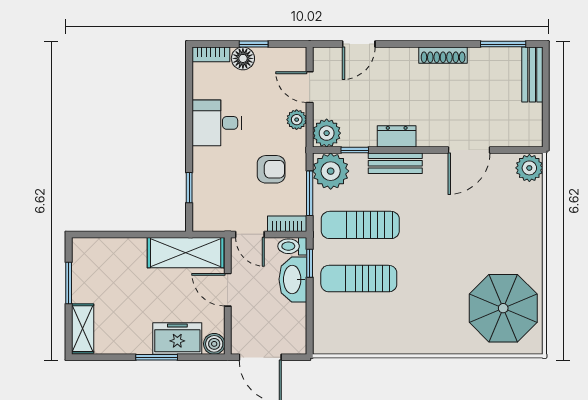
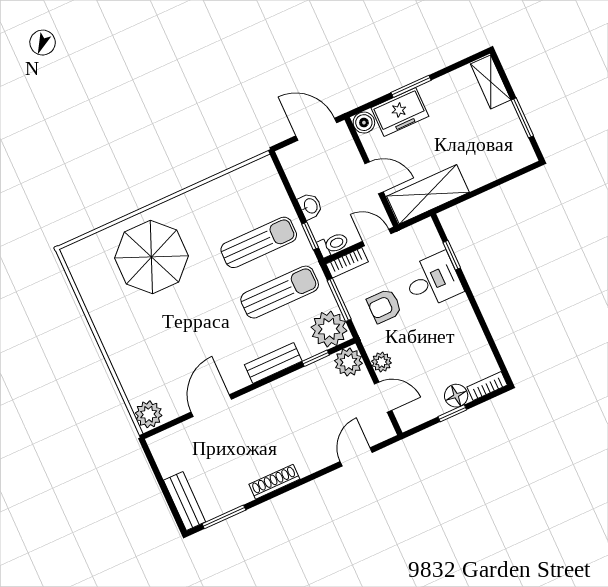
desk: (217, 123) -> (433, 281), moved
dresser: (397, 136) -> (283, 388), removed
washbasin: (293, 279) -> (310, 206), width x0.52, depth x0.69
parasol: (503, 308) -> (152, 257), moved

